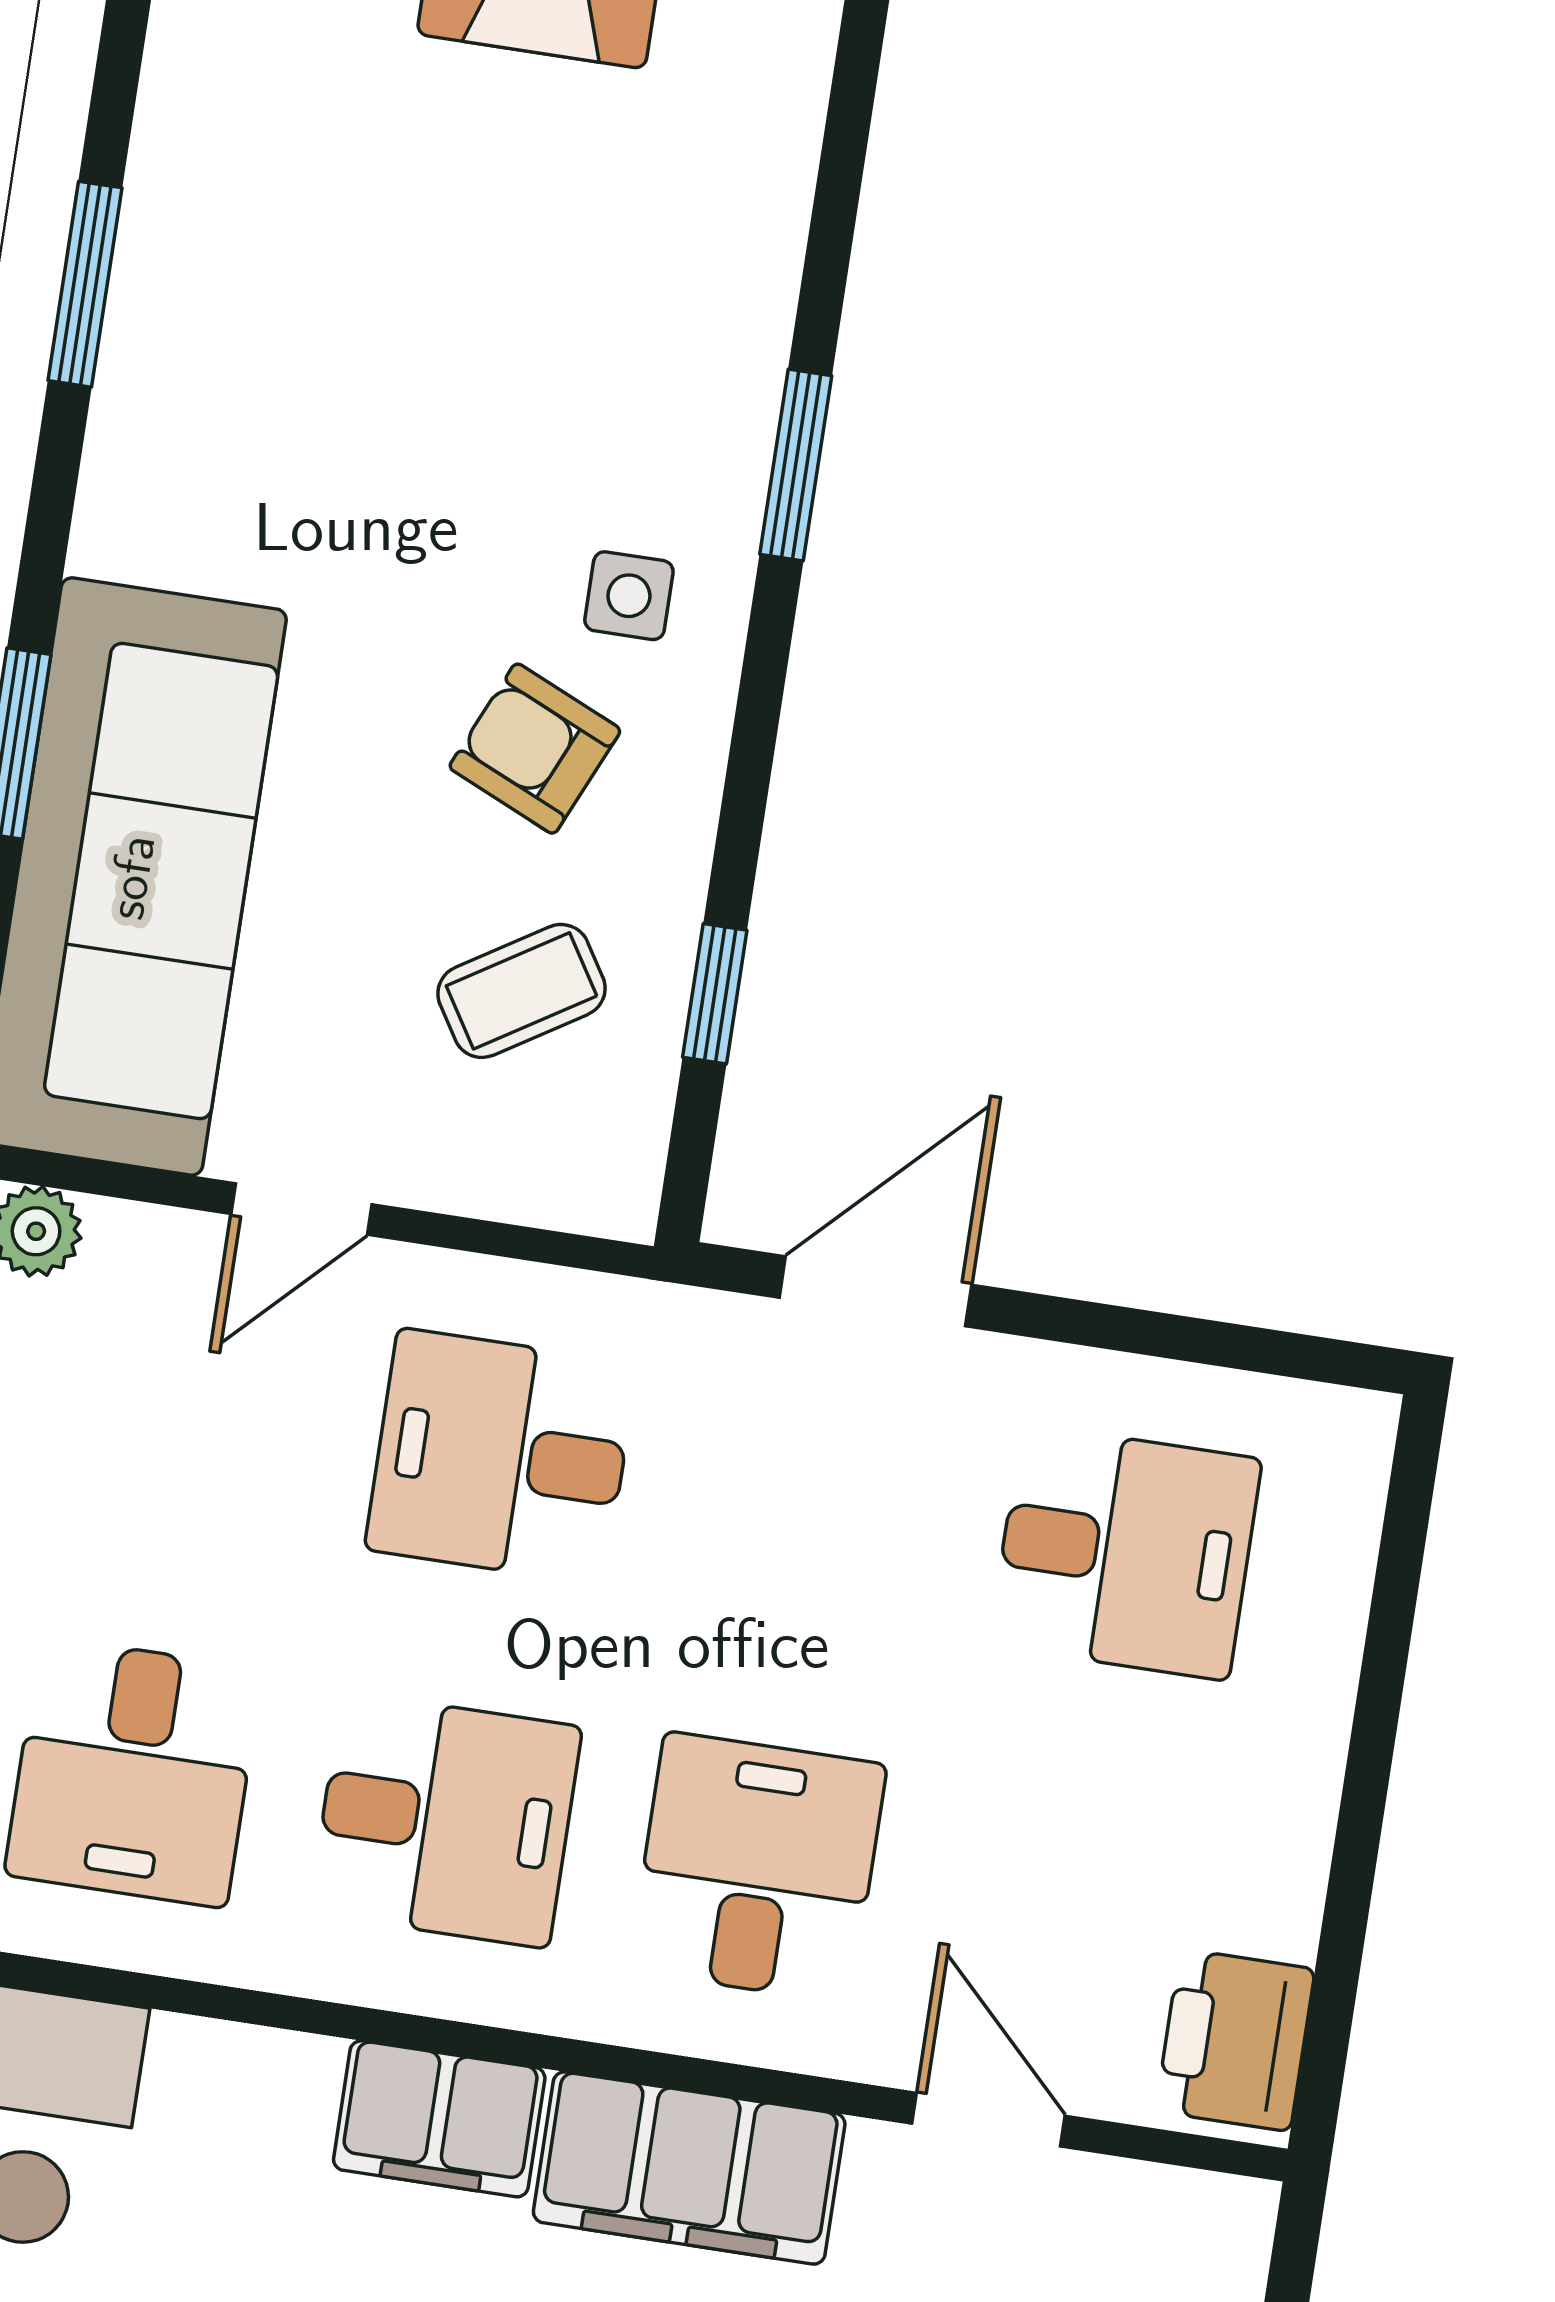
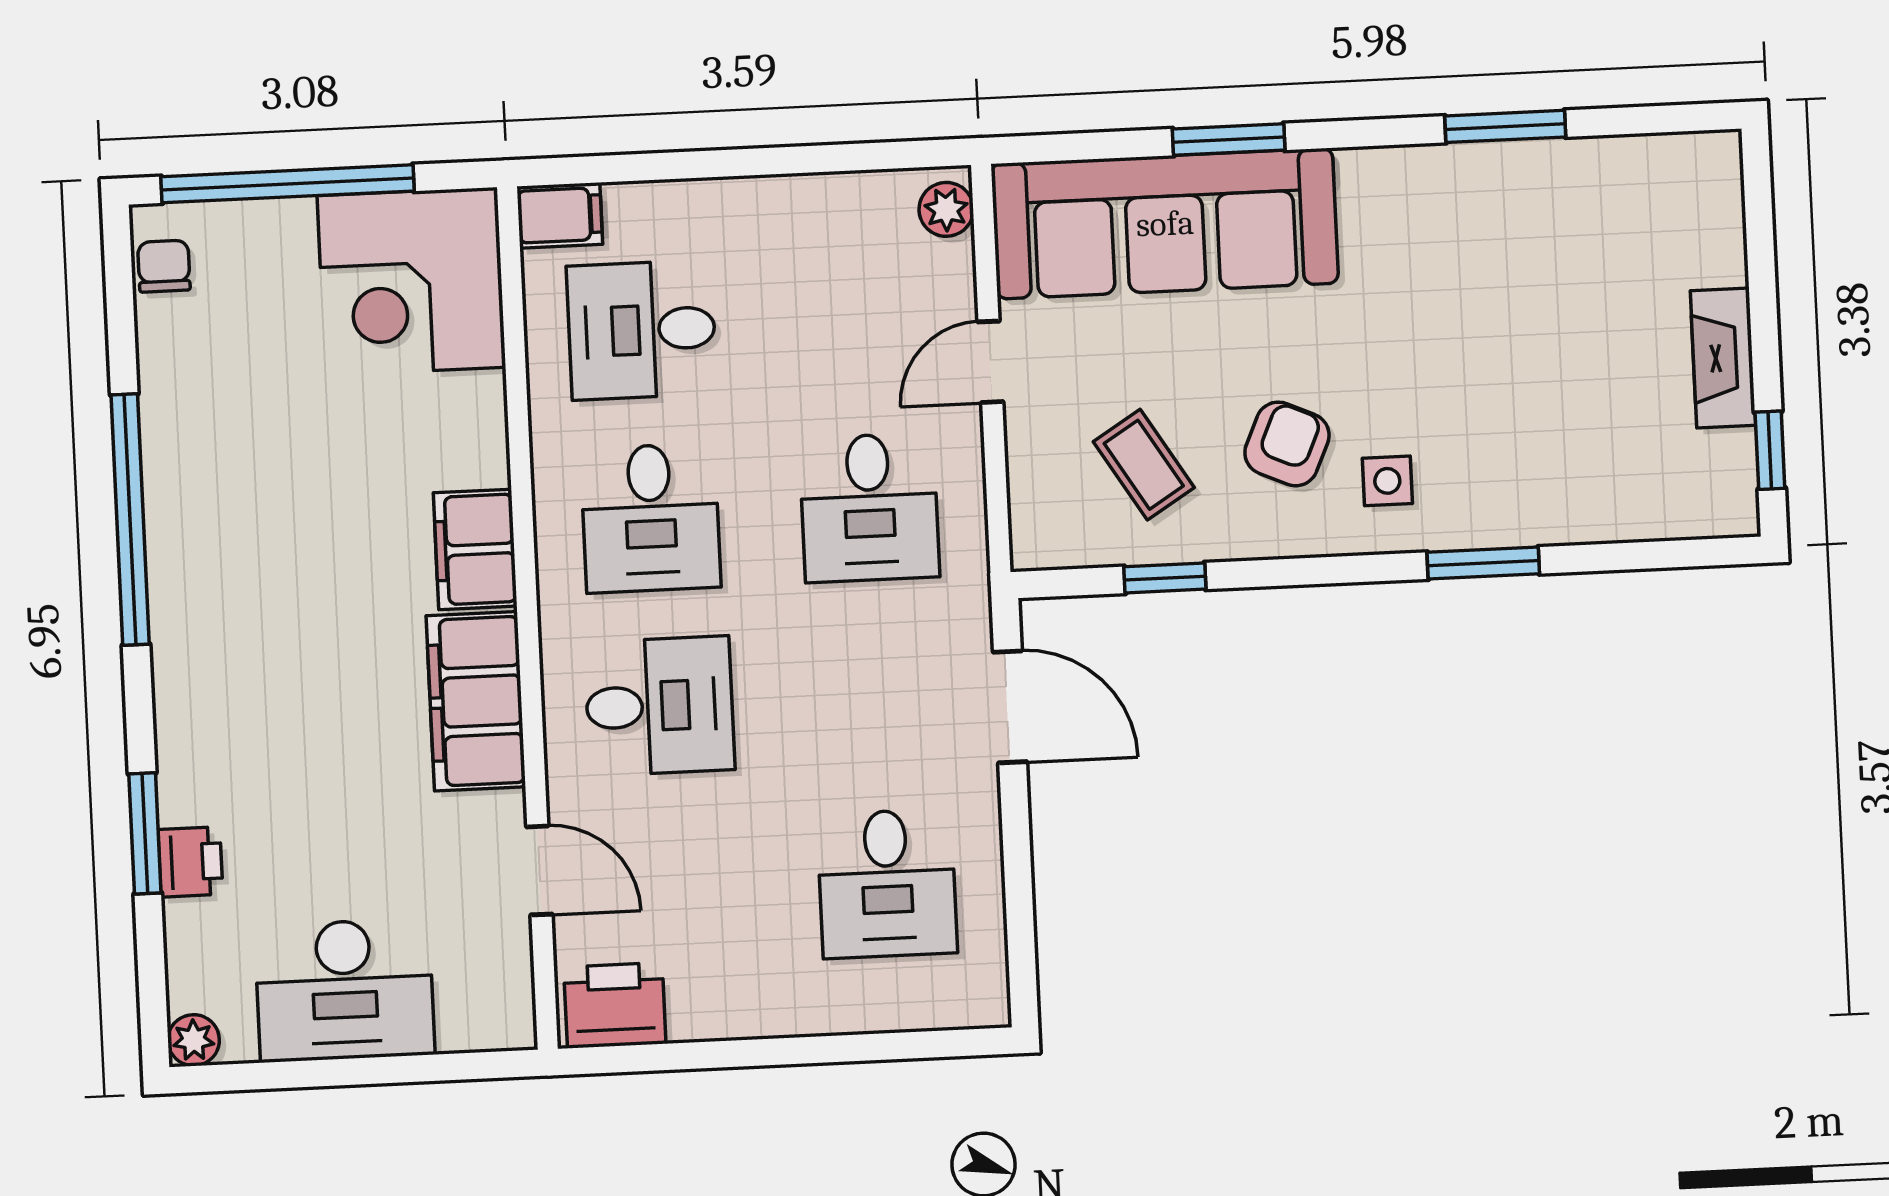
door: (301, 1209) -> (990, 362), hinge flipped
desk: (501, 1457) -> (869, 508), turned 180
door: (988, 2120) -> (539, 870), hinge flipped

